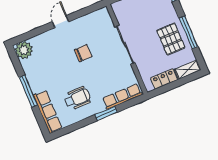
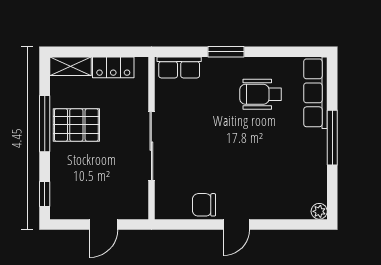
pallet: (171, 39) -> (76, 125), turned 90
plant: (24, 50) -> (319, 211), width x0.53, depth x0.53
chair: (83, 53) -> (204, 205), moved
row of seats: (122, 97) -> (179, 67), width x0.68

